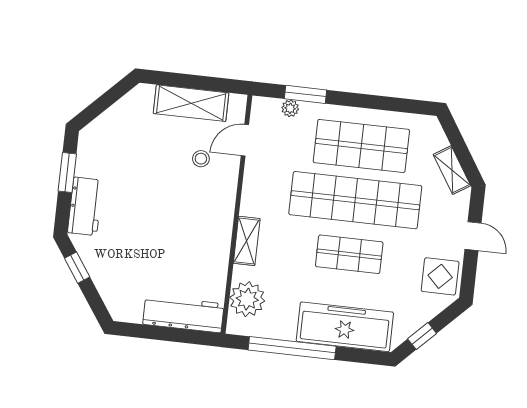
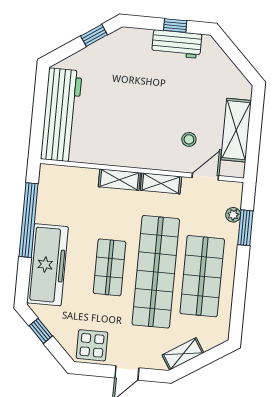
door: (245, 140) -> (205, 177), hinge flipped
window: (67, 173) -> (175, 26), width x0.67
shelving: (252, 192) -> (161, 183), added
workbench: (85, 206) -> (177, 44), moved
plant: (247, 299) -> (70, 181), removed
workbench: (183, 314) -> (61, 115), width x1.36, depth x1.32

